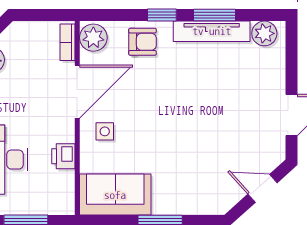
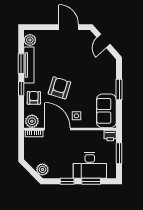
armchair: (164, 96) -> (59, 88), added
printer: (63, 156) -> (110, 135), moved

